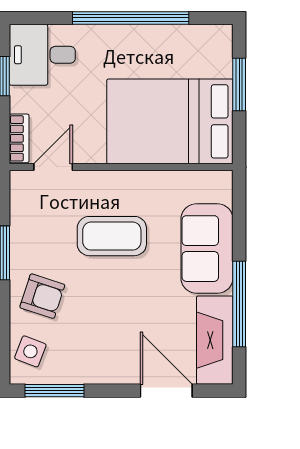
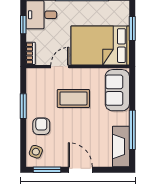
door: (53, 167) -> (60, 67), moved
sofa: (207, 249) -> (117, 90), moved
armchair: (42, 296) -> (41, 126), turned -108
door: (166, 391) -> (80, 170), moved

